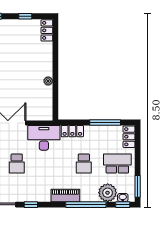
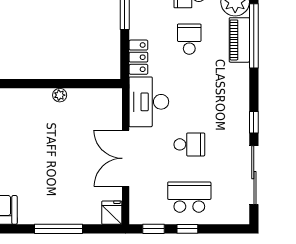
school desk: (84, 164) -> (189, 39), turned -90
piano: (65, 195) -> (239, 40), moved

